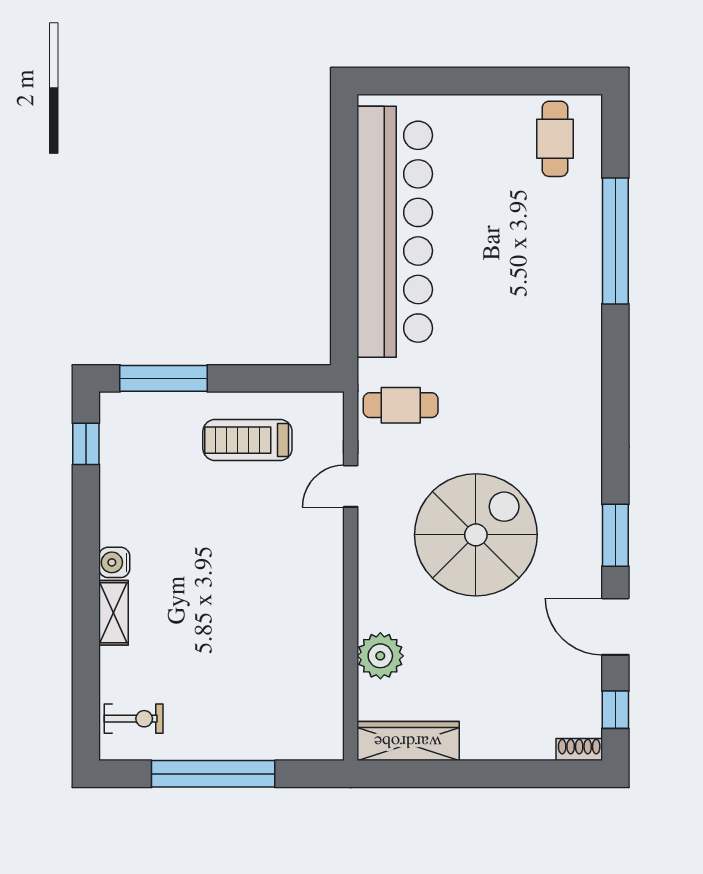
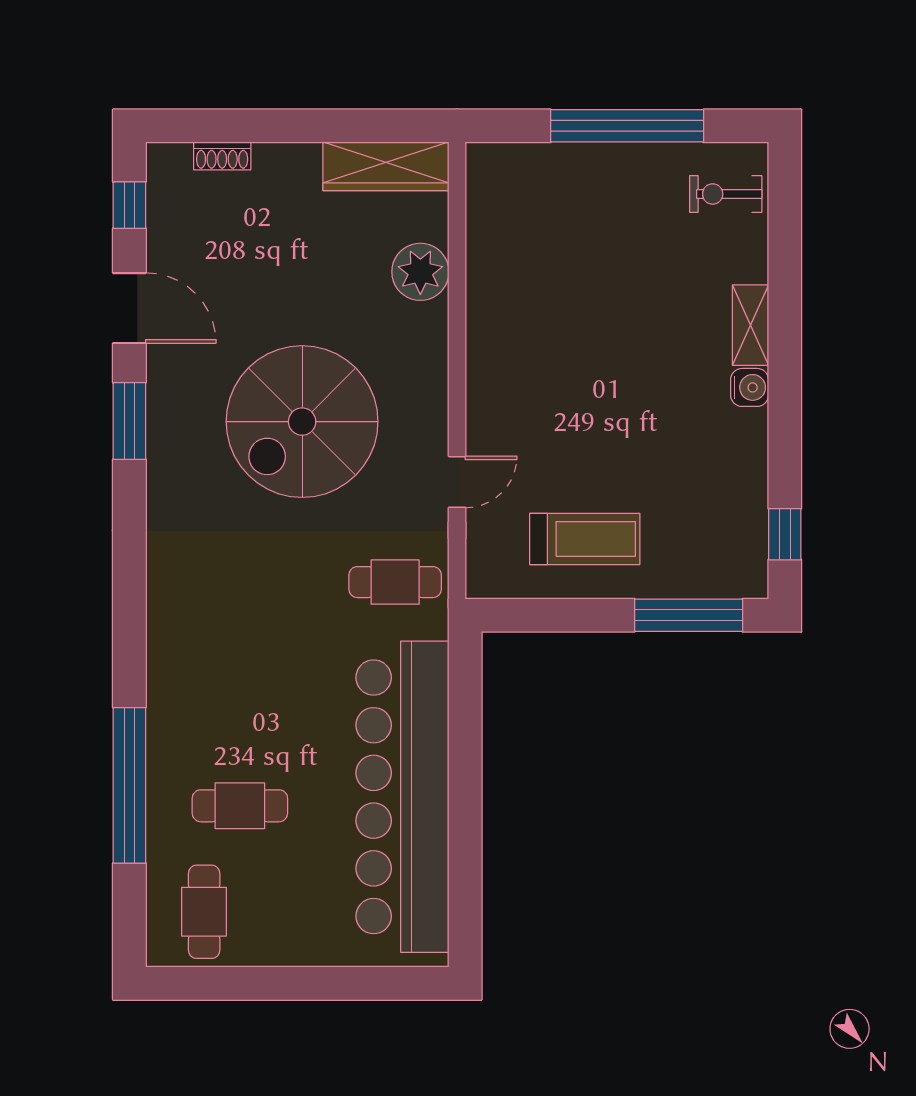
cafe table: (526, 224) -> (240, 806), added
shoe rack: (579, 750) -> (222, 156), moved

